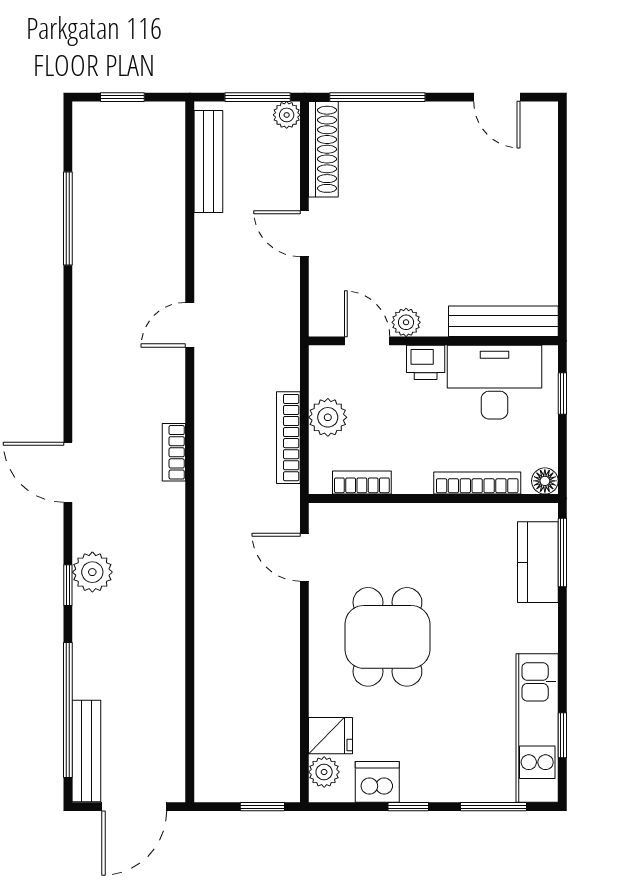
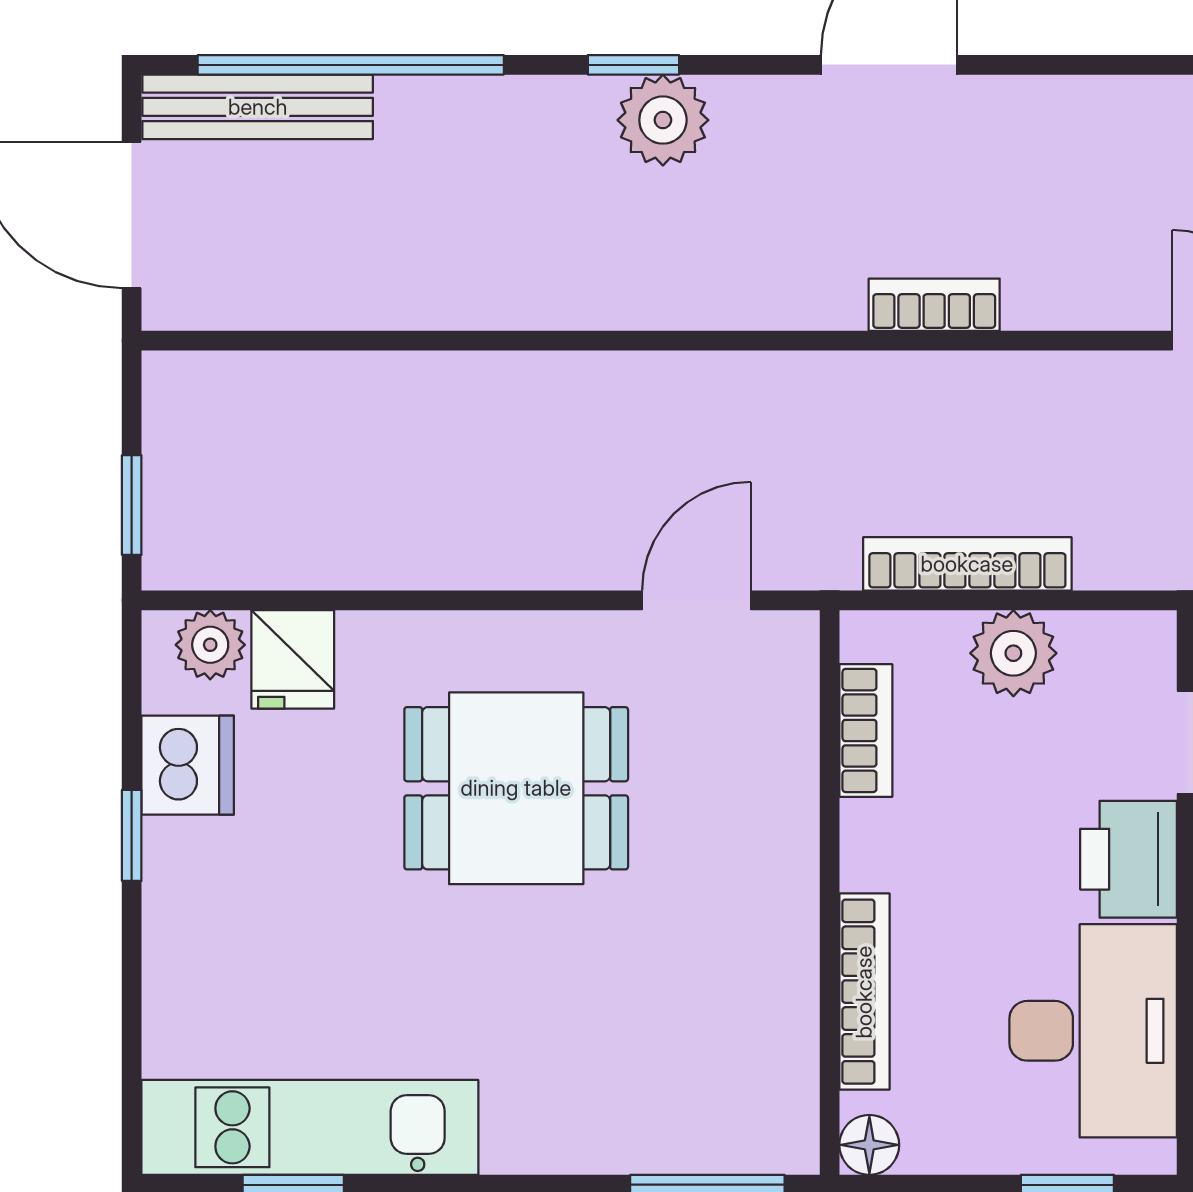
printer: (426, 362) -> (1129, 859), width x1.36, depth x1.24
kitchen counter: (538, 562) -> (685, 1129), removed
window: (494, 807) -> (132, 1029), removed

